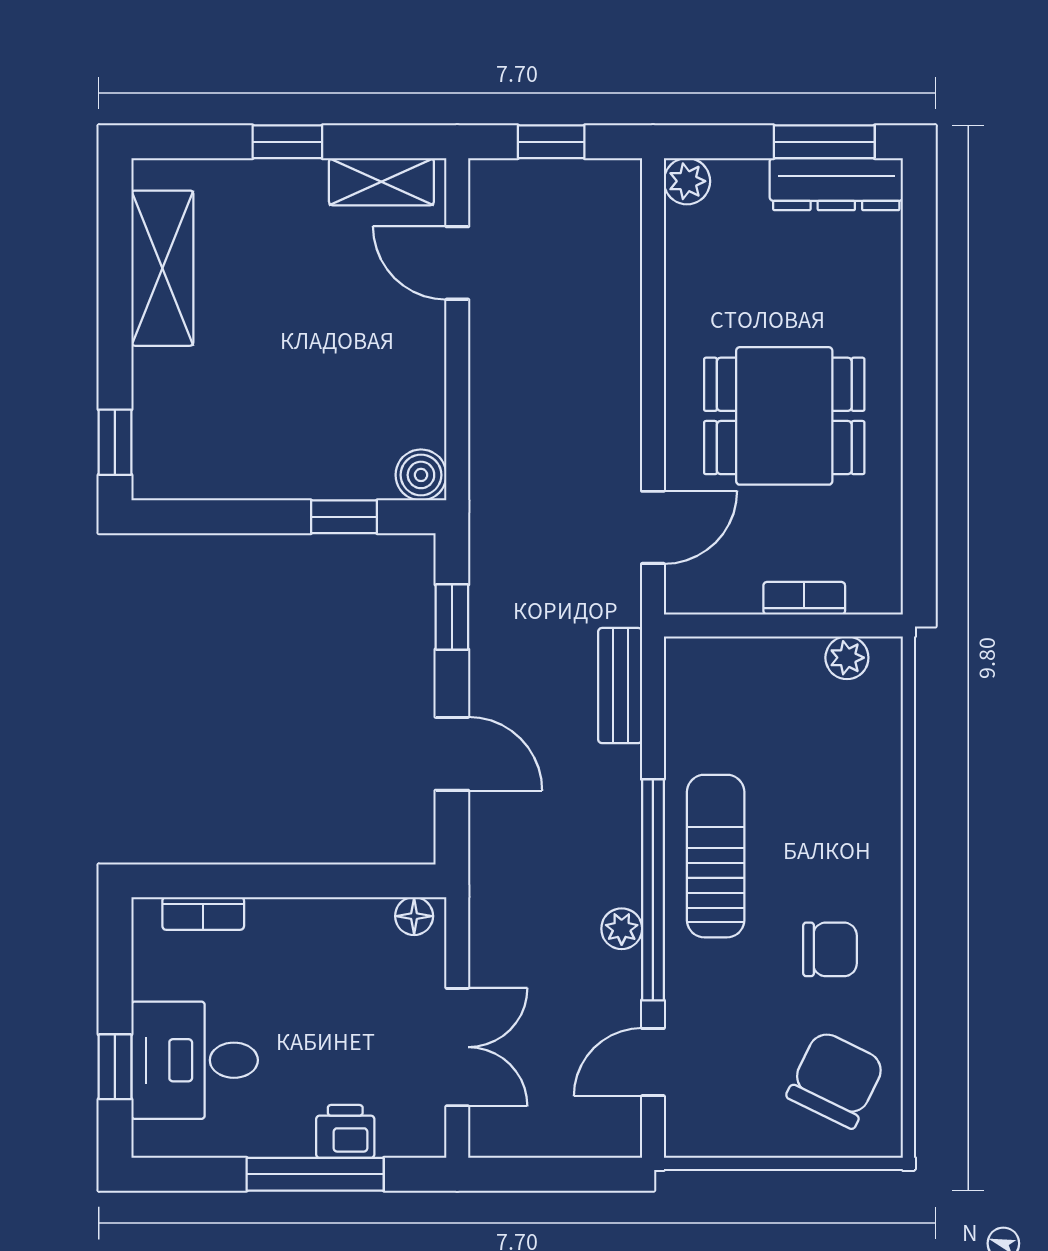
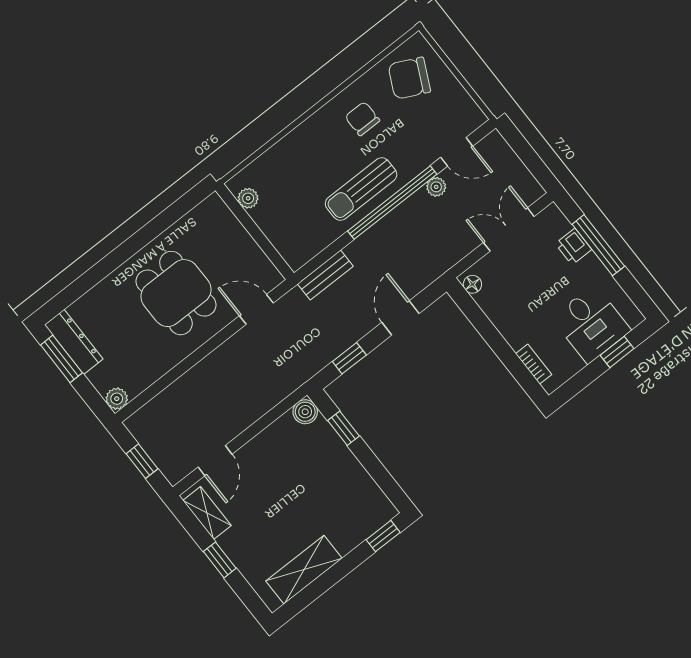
bookcase: (804, 598) -> (238, 232), removed
plant: (622, 929) -> (436, 187), moved

